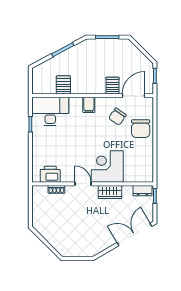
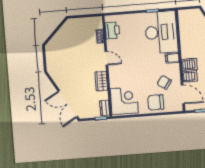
server rack: (63, 85) -> (189, 64), moved
desk: (50, 111) -> (161, 32), width x1.36, depth x1.30
corner desk: (107, 166) -> (124, 101), moved
door: (83, 184) -> (106, 58), hinge flipped
double door: (134, 234) -> (68, 104), swing flipped

